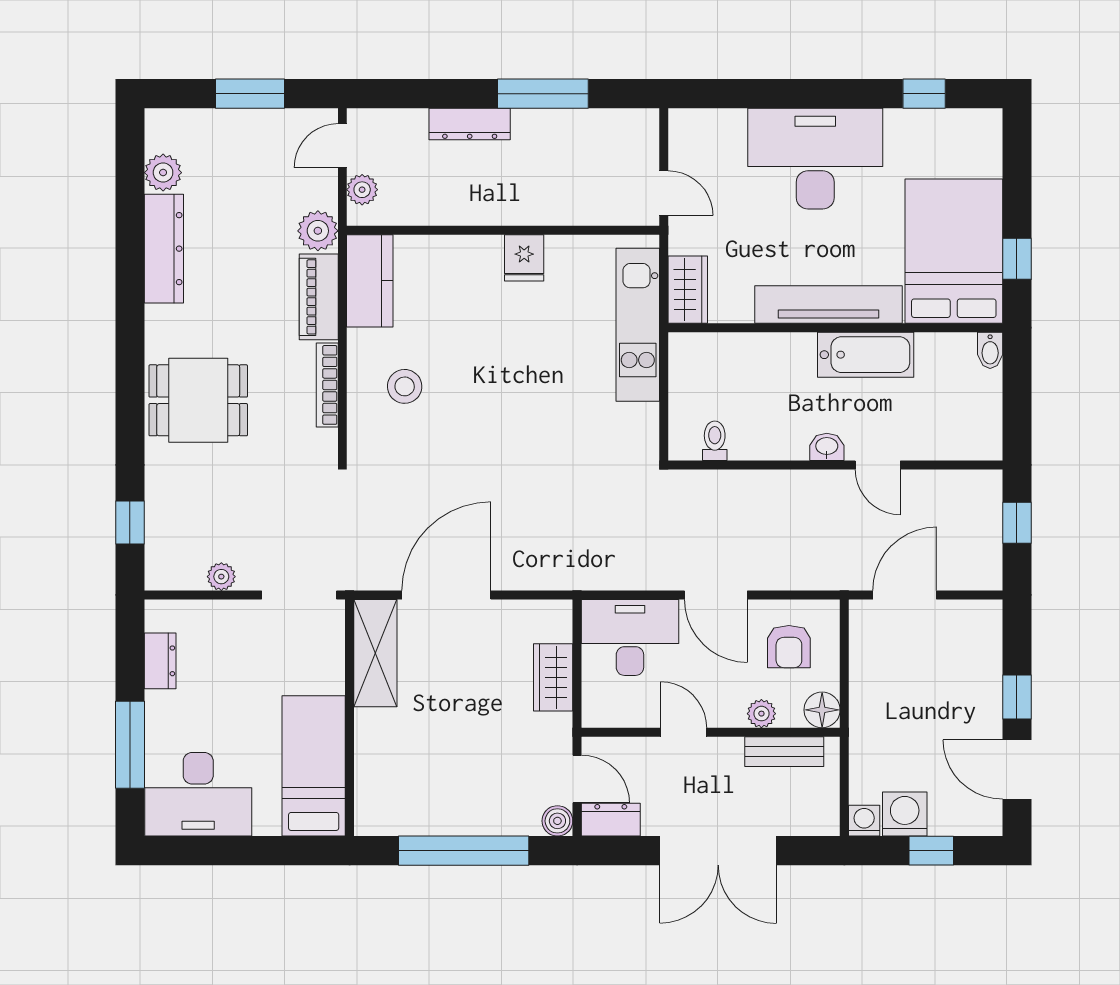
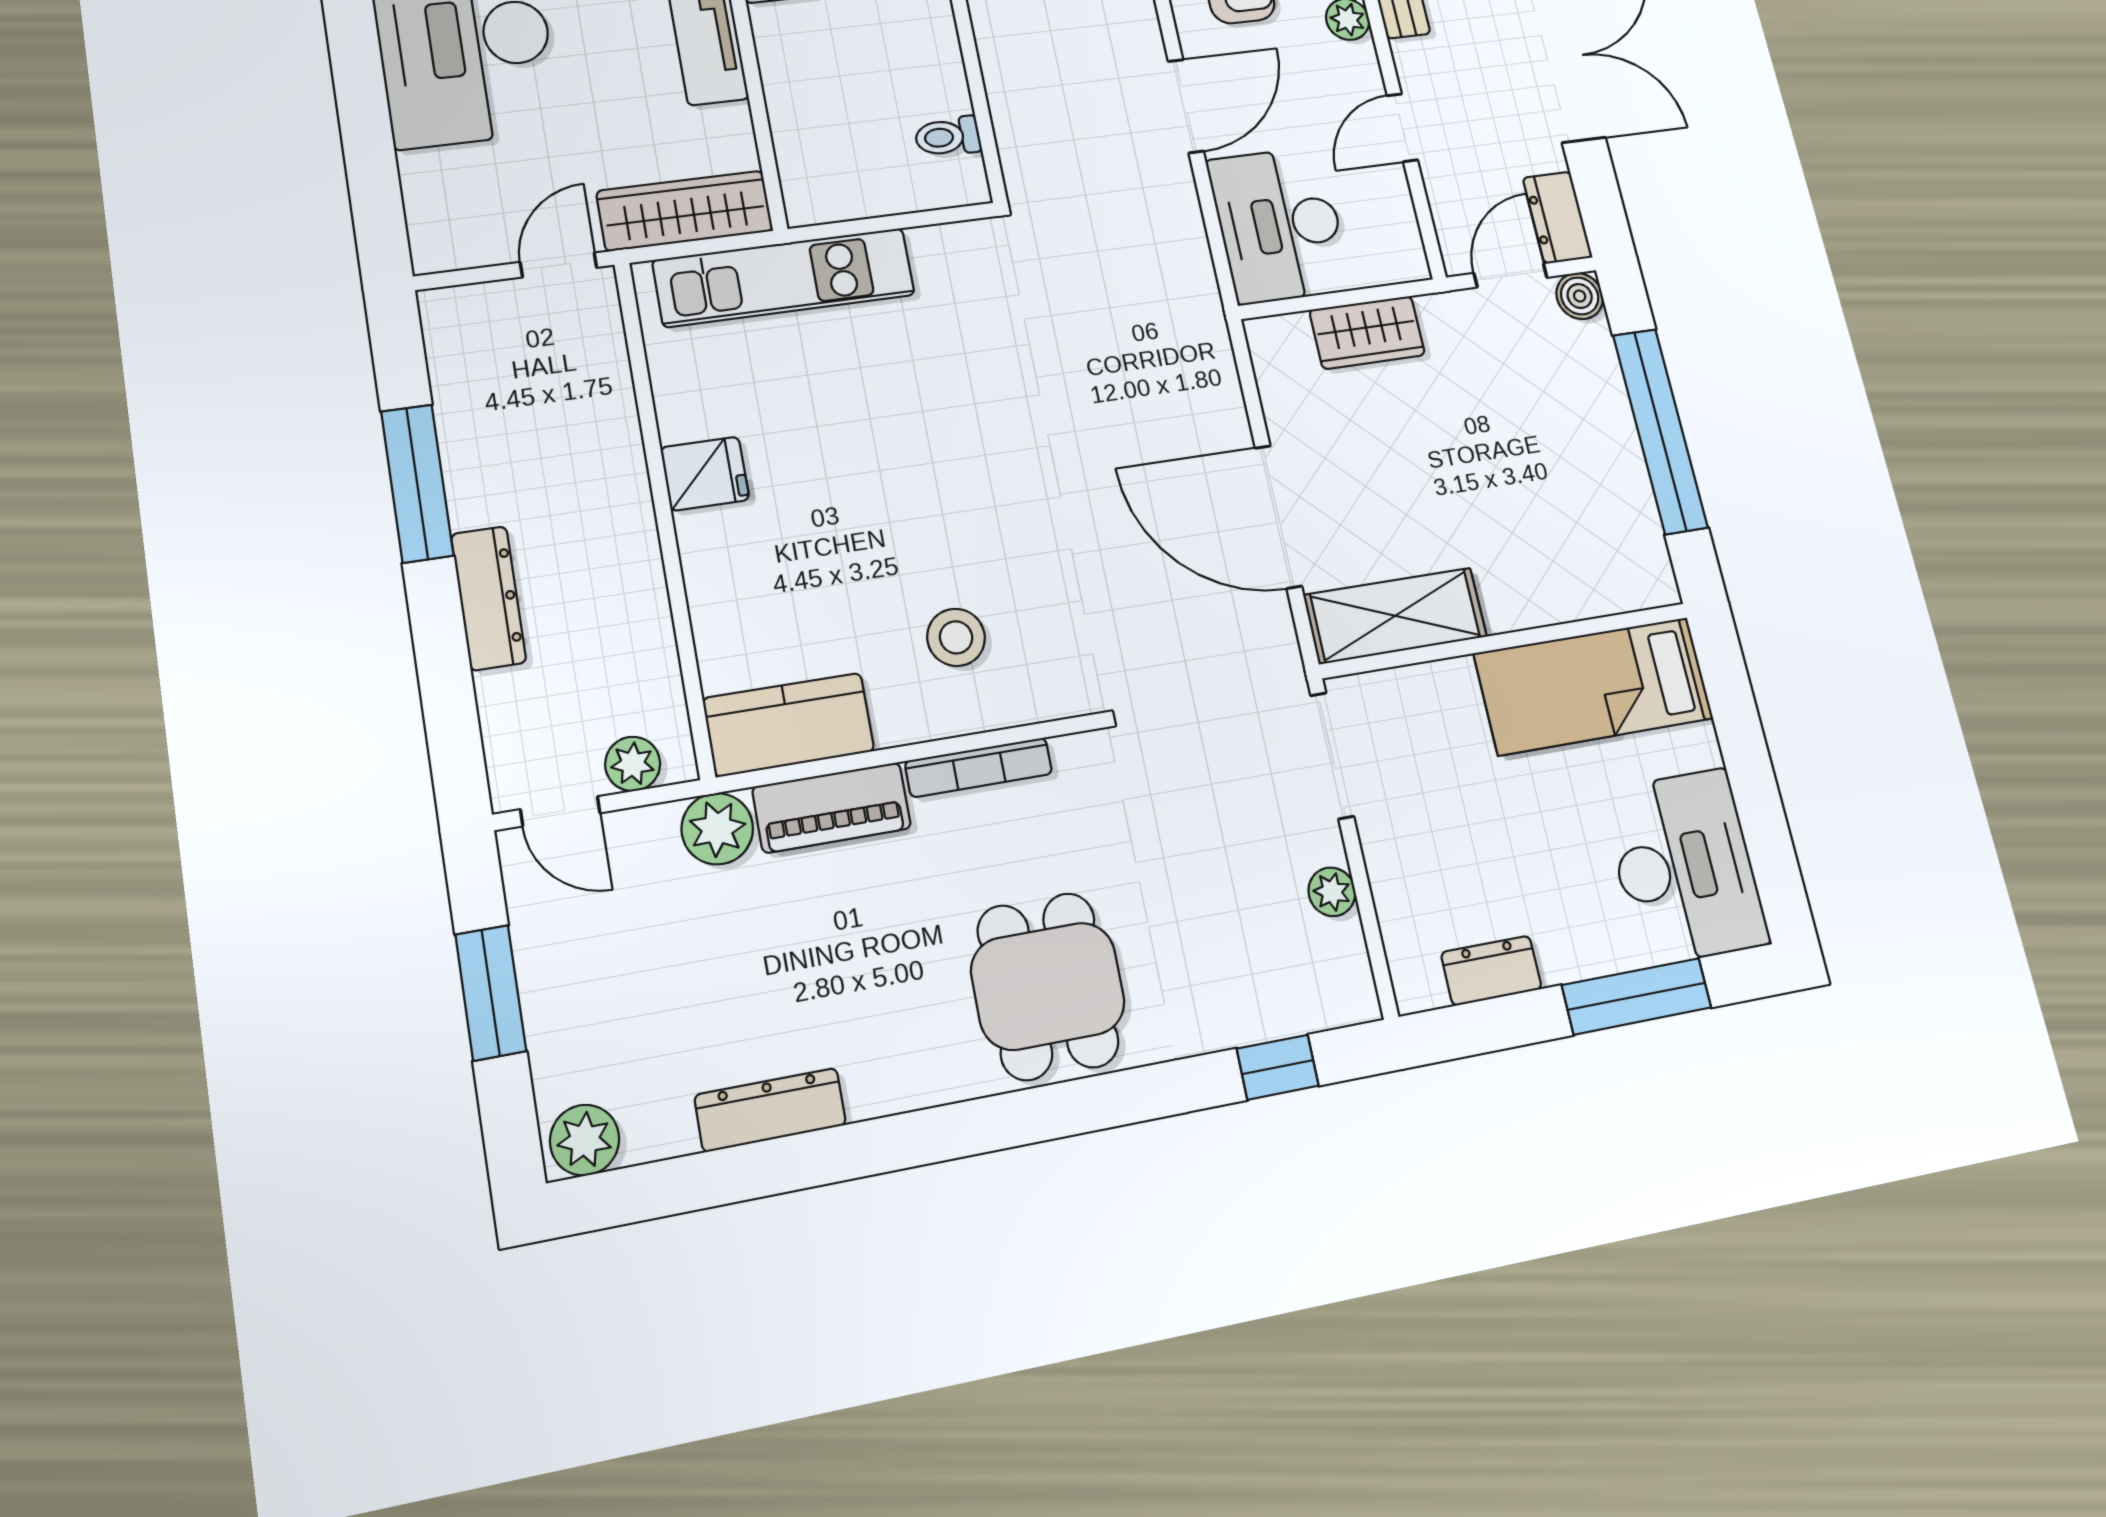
plant: (163, 173) -> (585, 1140), moved
dresser: (164, 249) -> (770, 1110), width x0.73, depth x0.80
wardrobe: (688, 290) -> (685, 211), width x1.50

